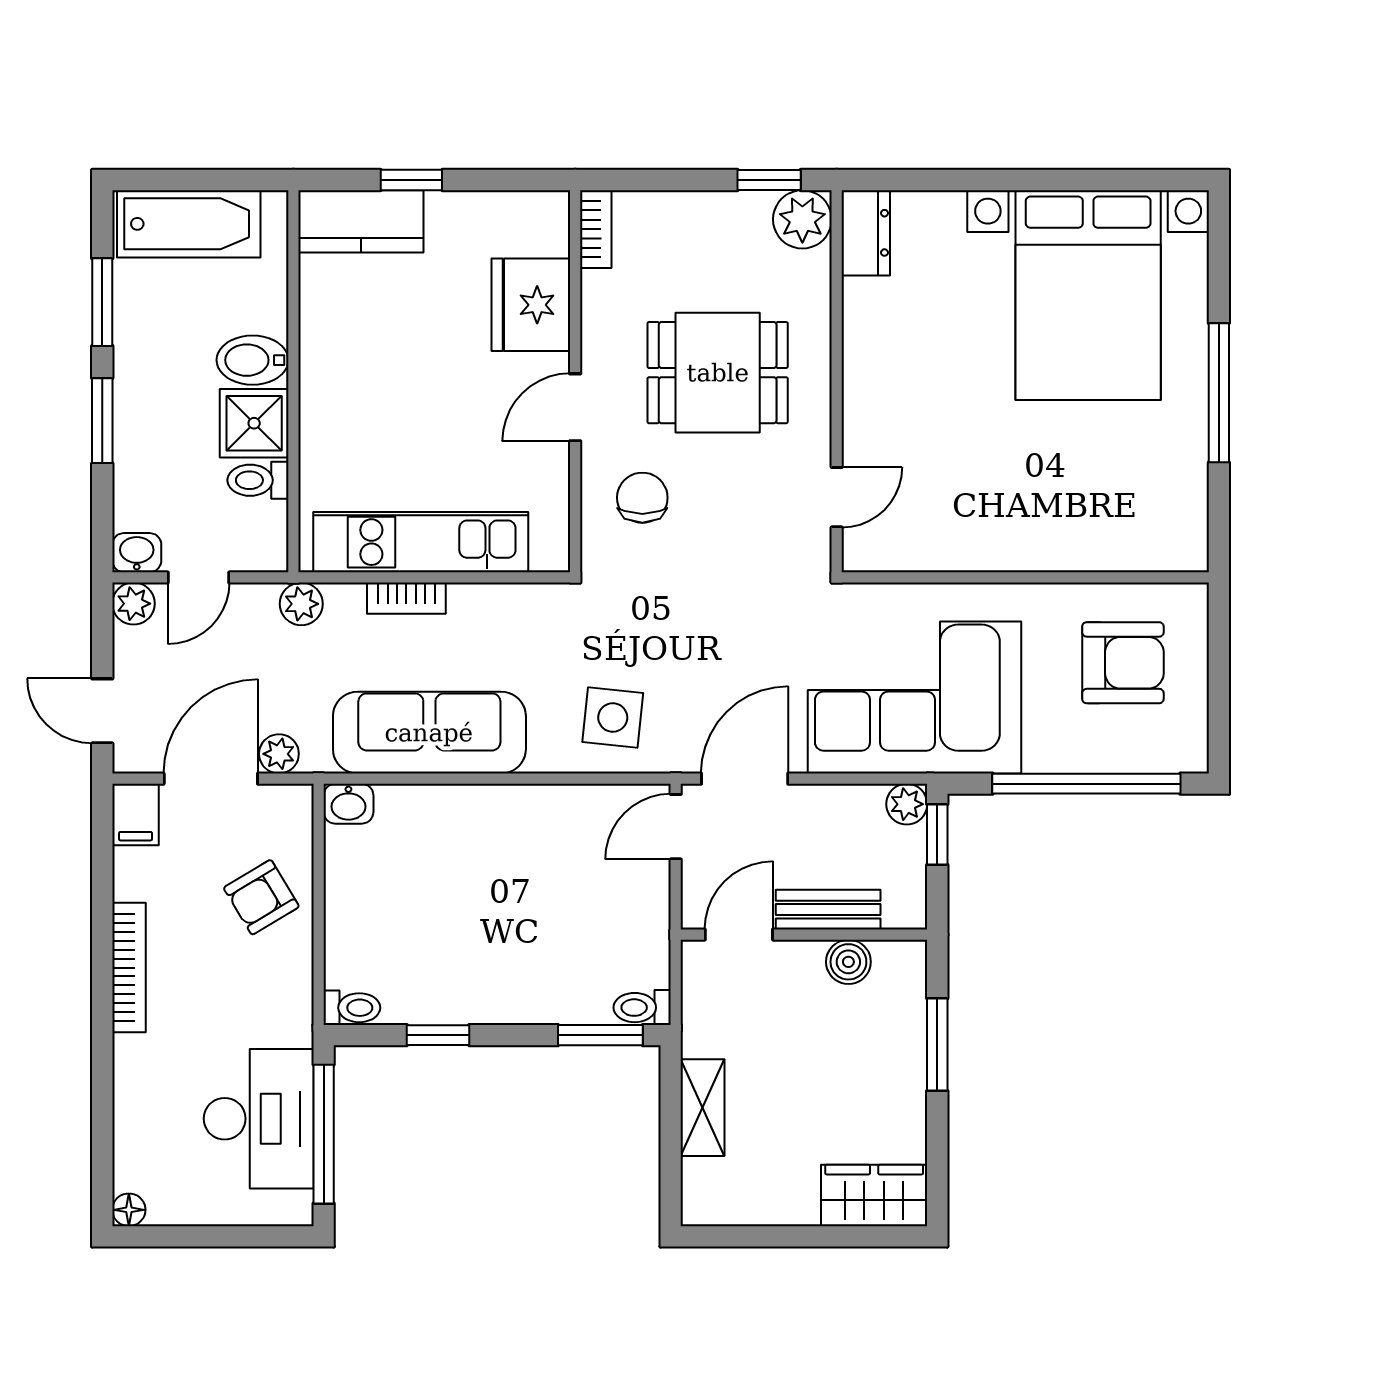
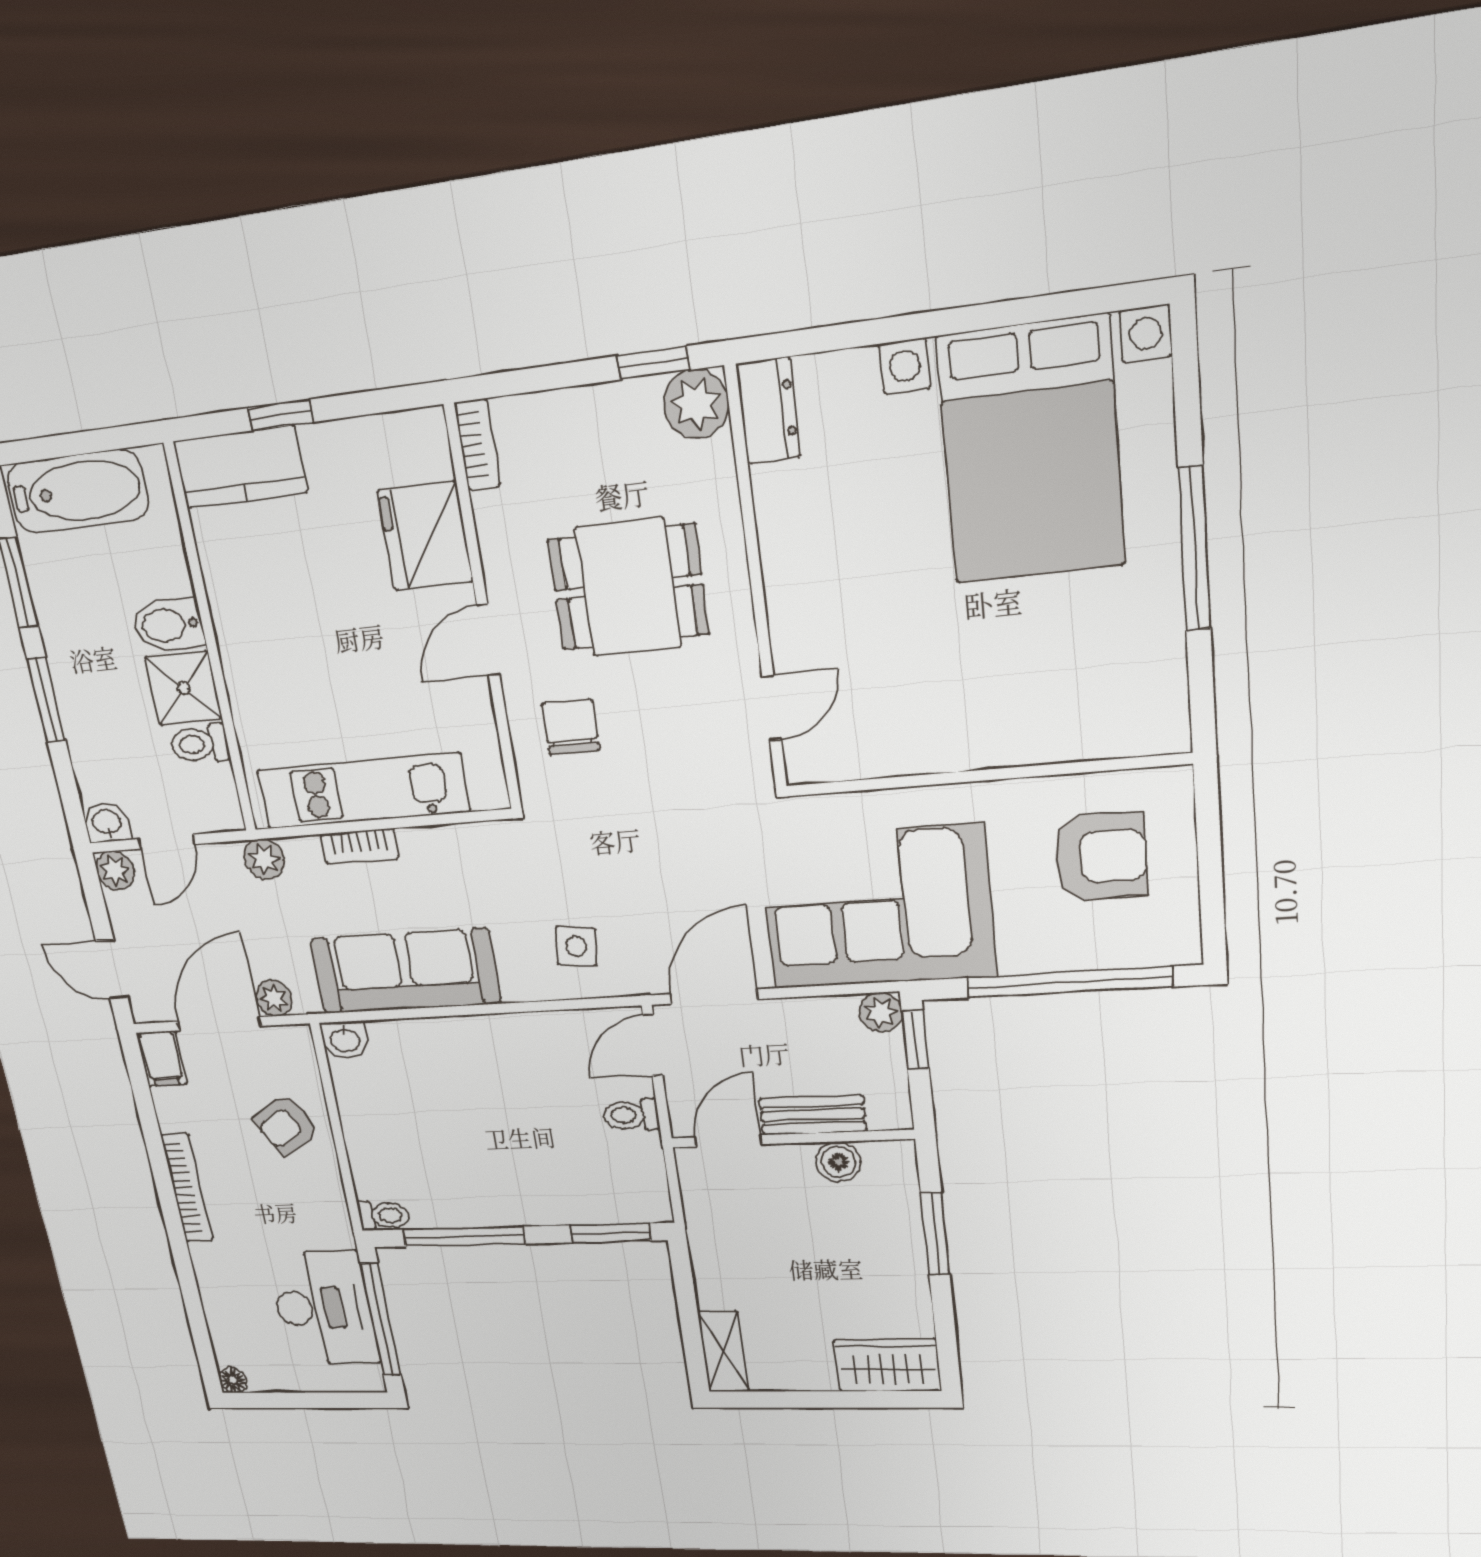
side table: (613, 718) -> (576, 946), width x0.73, depth x0.73
toilet: (642, 1008) -> (631, 1115), moved
window: (438, 1035) -> (464, 1236), width x2.17
shelving: (703, 1108) -> (723, 1352), moved

